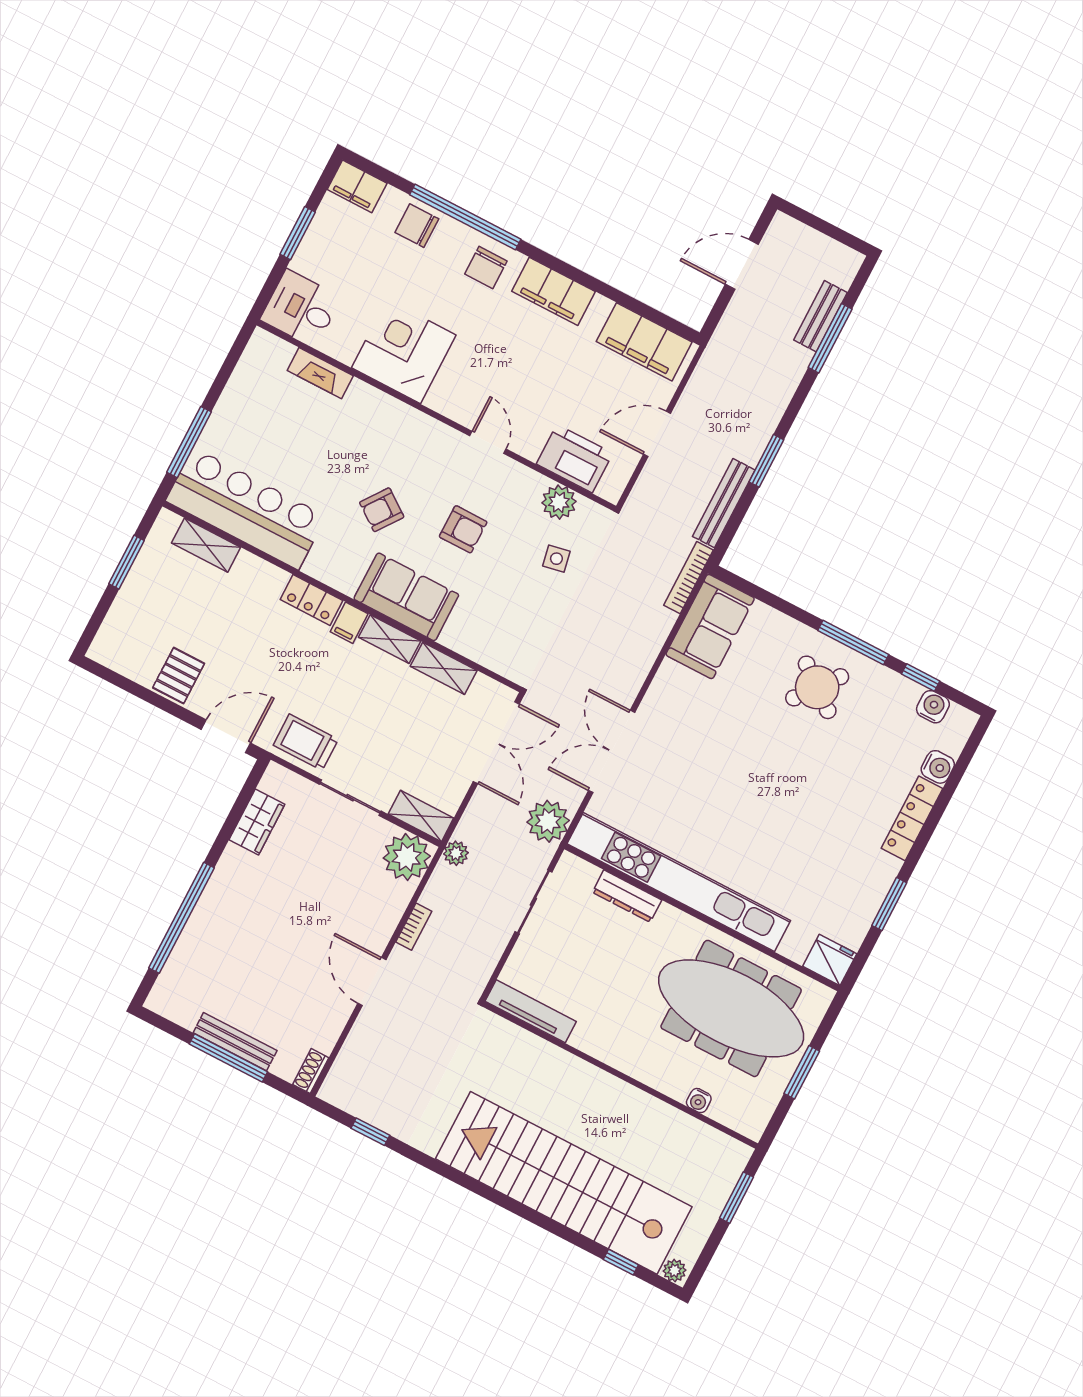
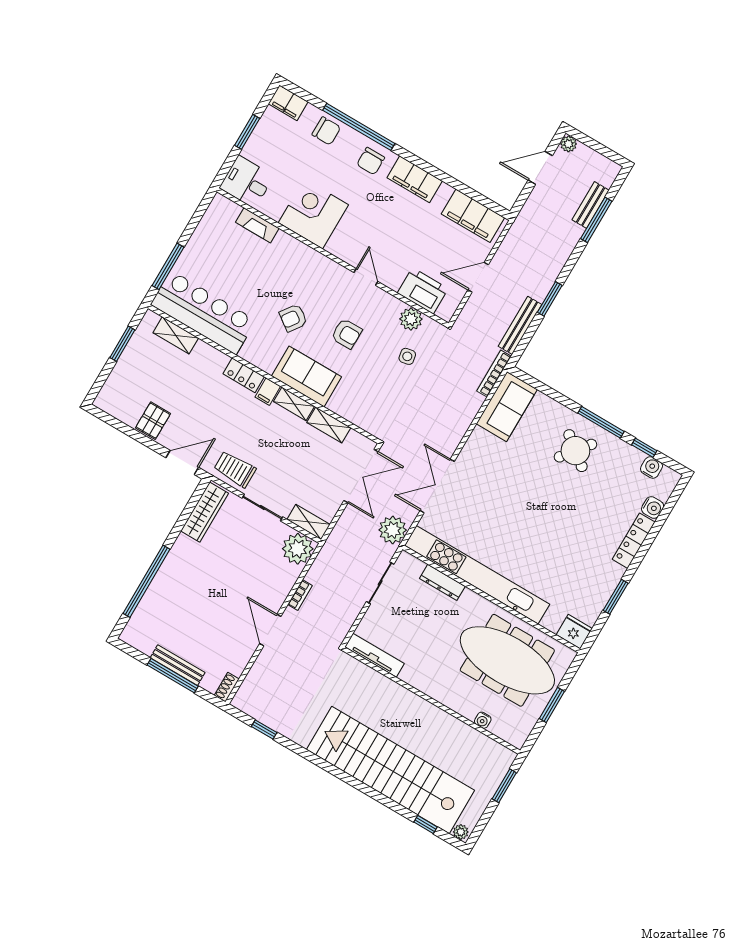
chair: (417, 226) -> (326, 131), turned 180
wardrobe: (257, 822) -> (205, 512), width x1.50
plant: (456, 853) -> (569, 144), moved

